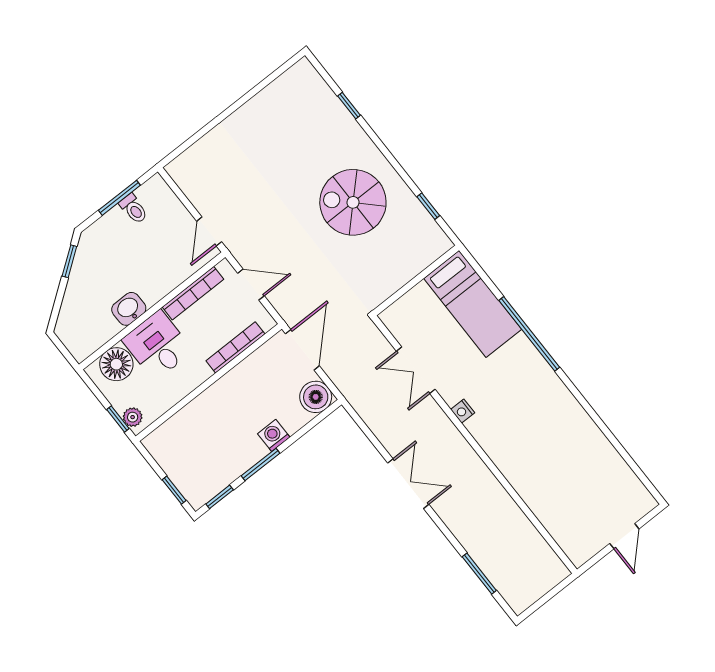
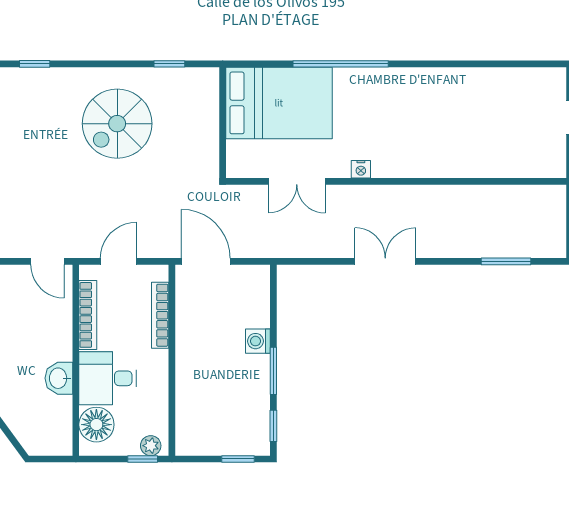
bed: (473, 304) -> (279, 103), width x1.50
boiler: (316, 397) -> (253, 281), removed

